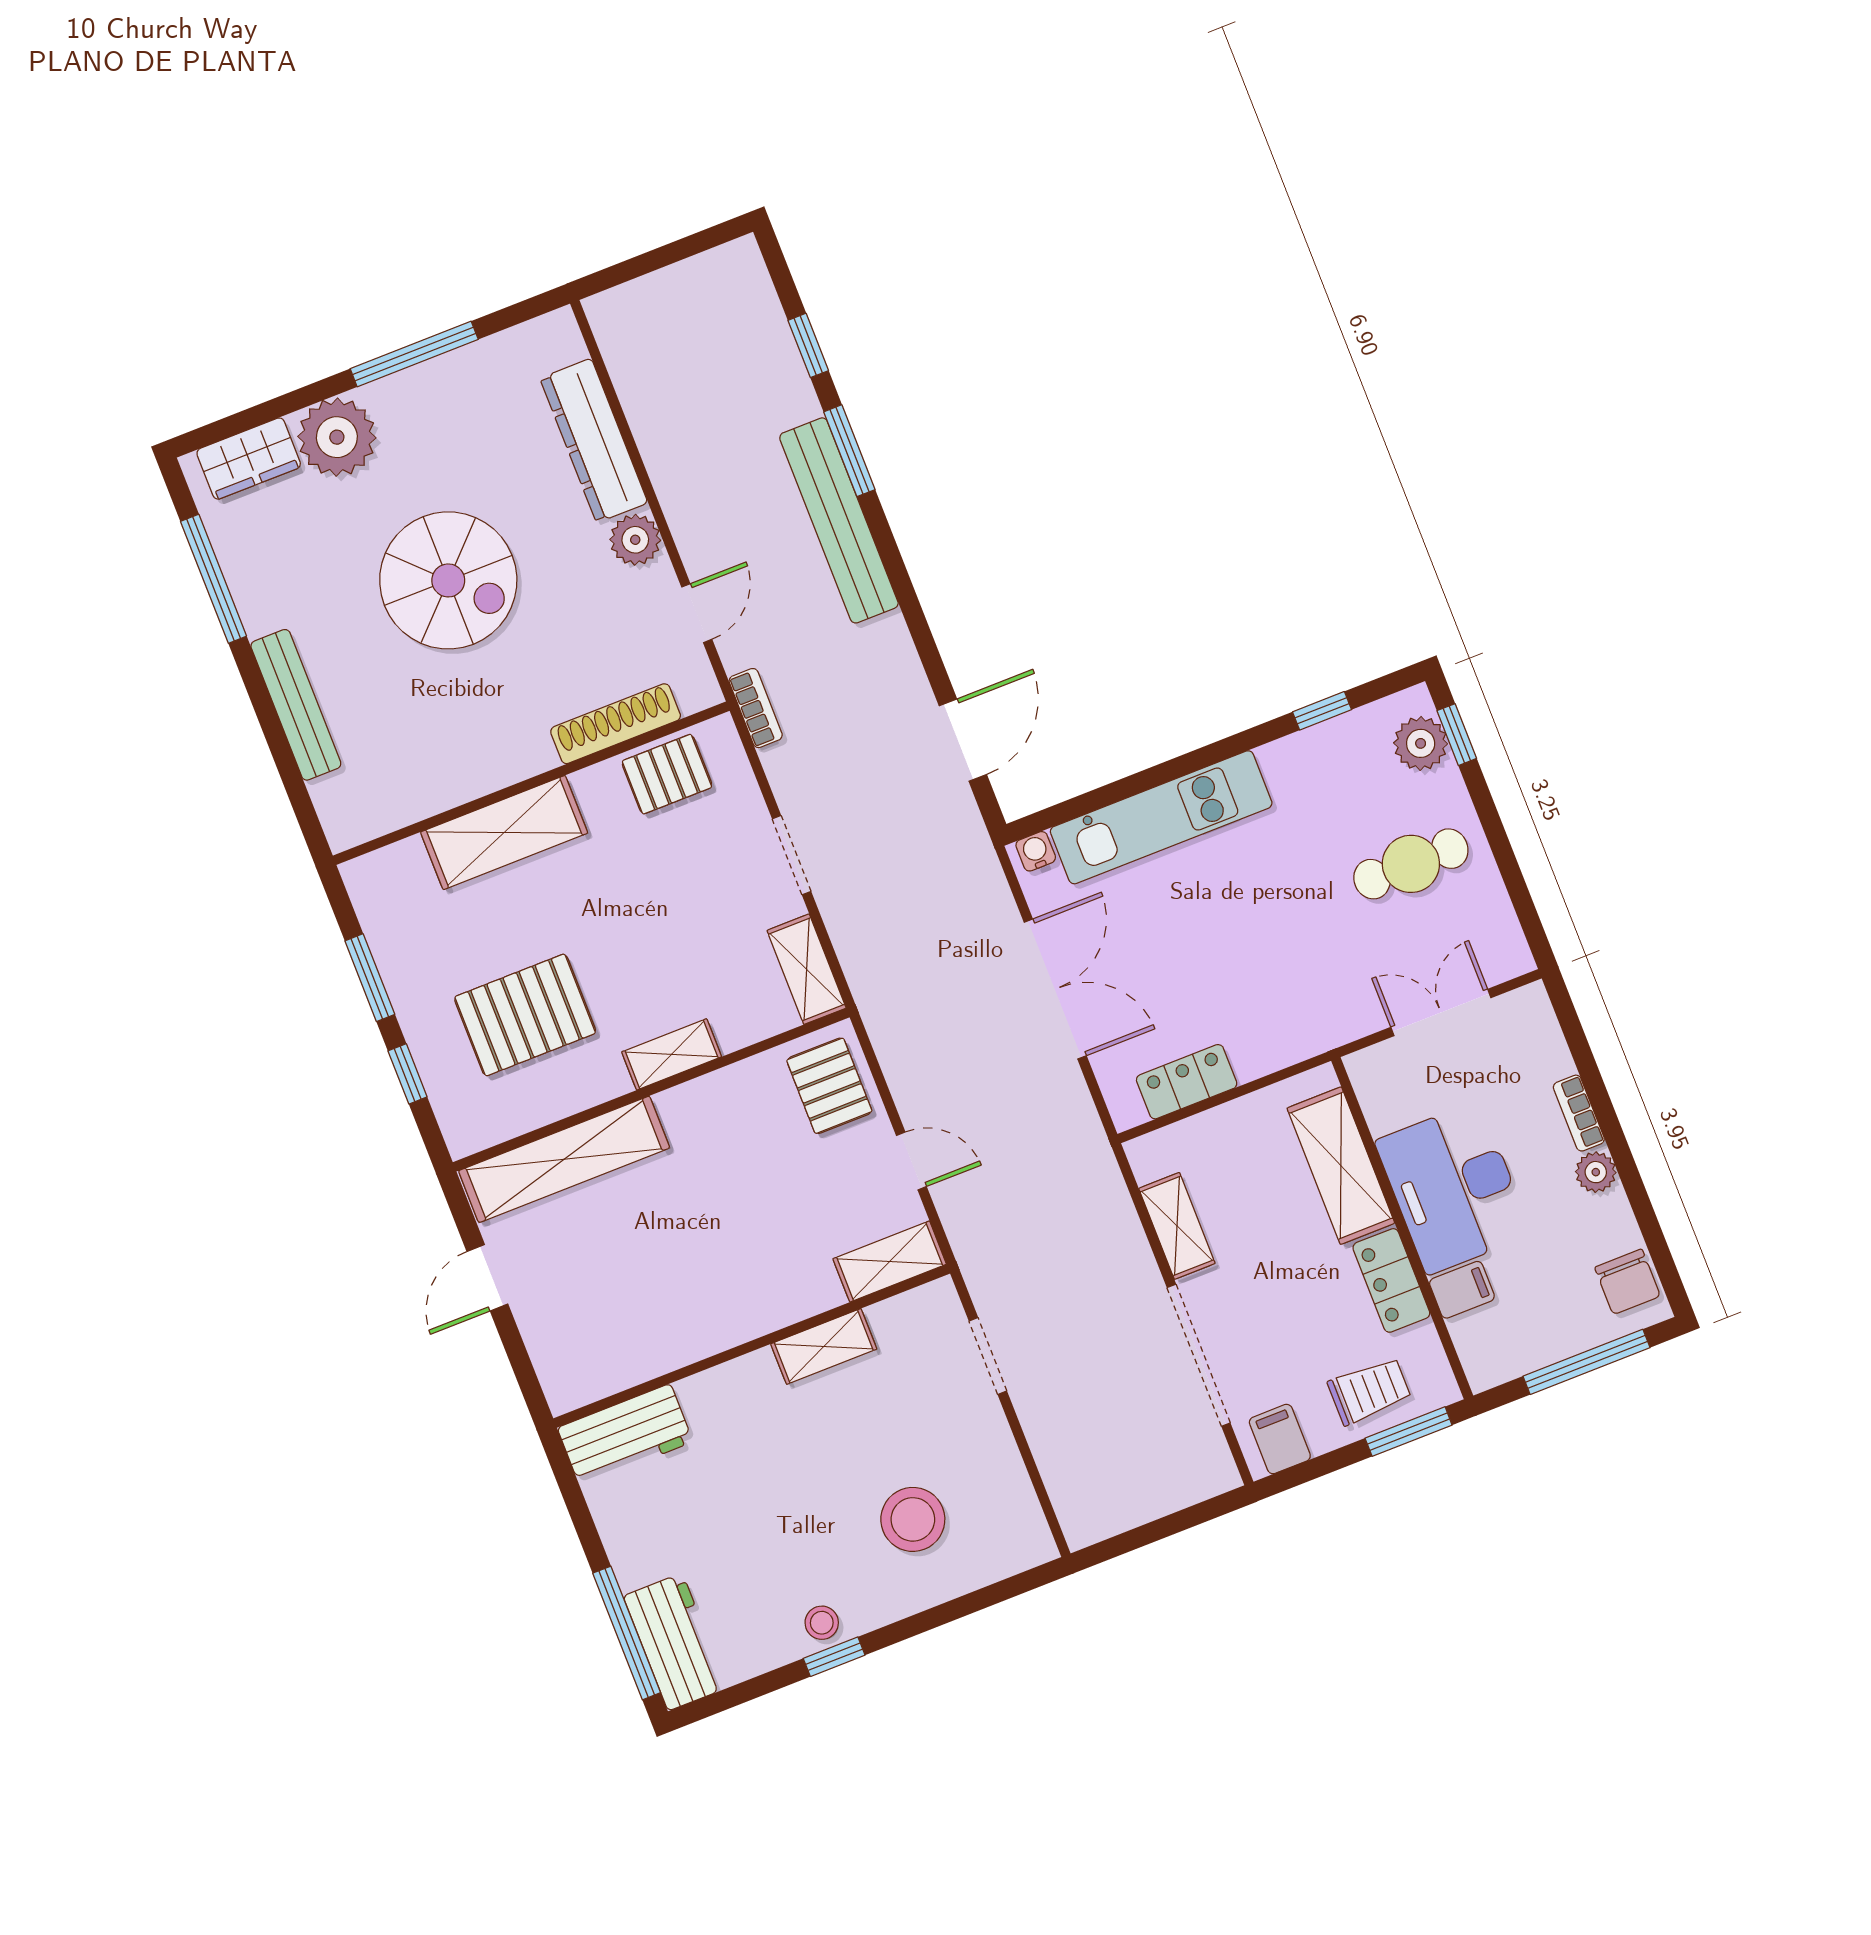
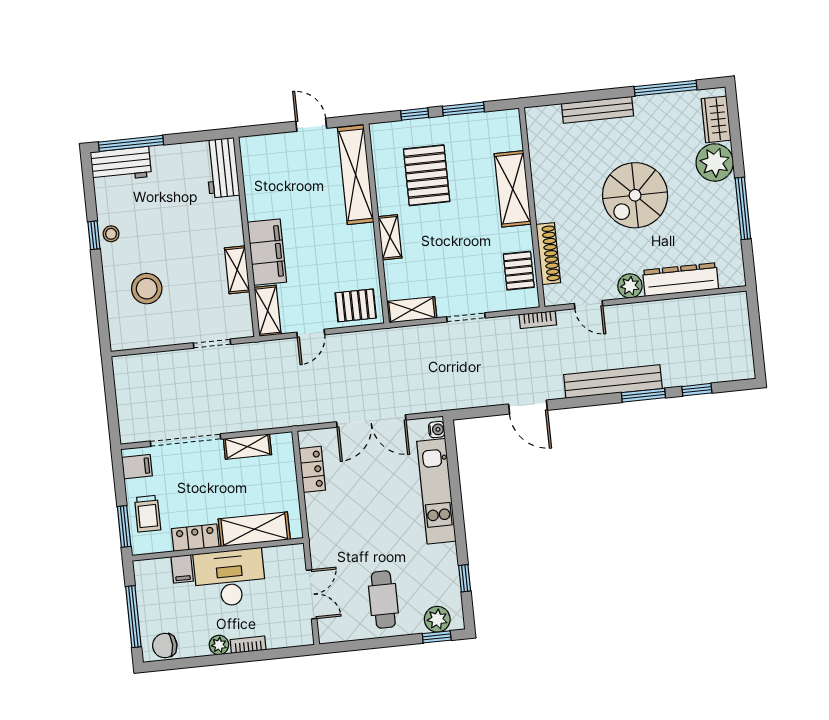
door: (963, 740) -> (528, 407), moved
filing cabinet: (771, 1296) -> (267, 252), added

